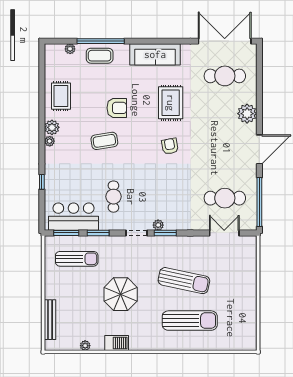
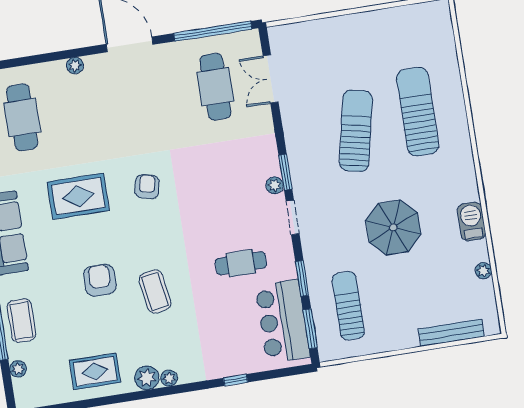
plant: (247, 114) -> (75, 66), width x0.53, depth x0.53
armchair: (170, 146) -> (147, 187), turned 113

